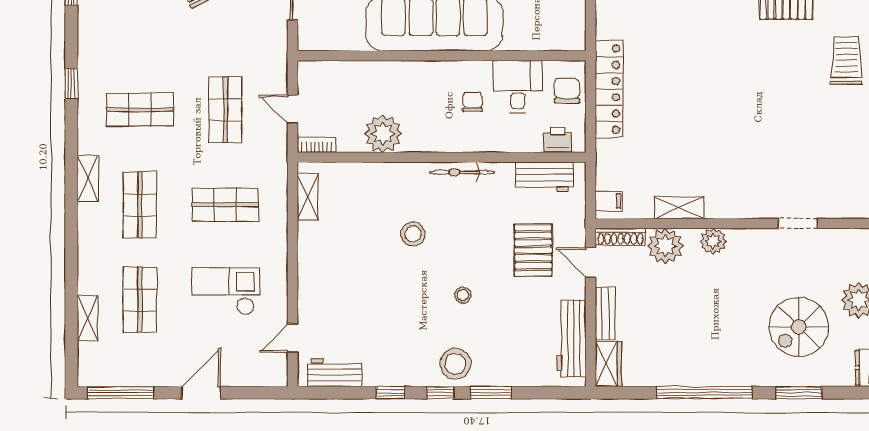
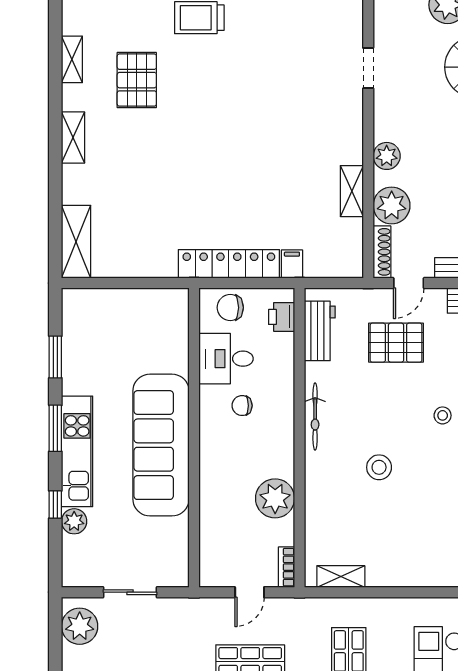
filing cabinet: (609, 201) -> (292, 264), moved

